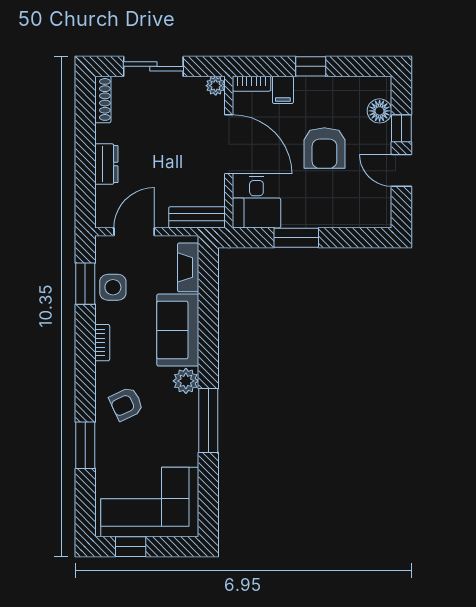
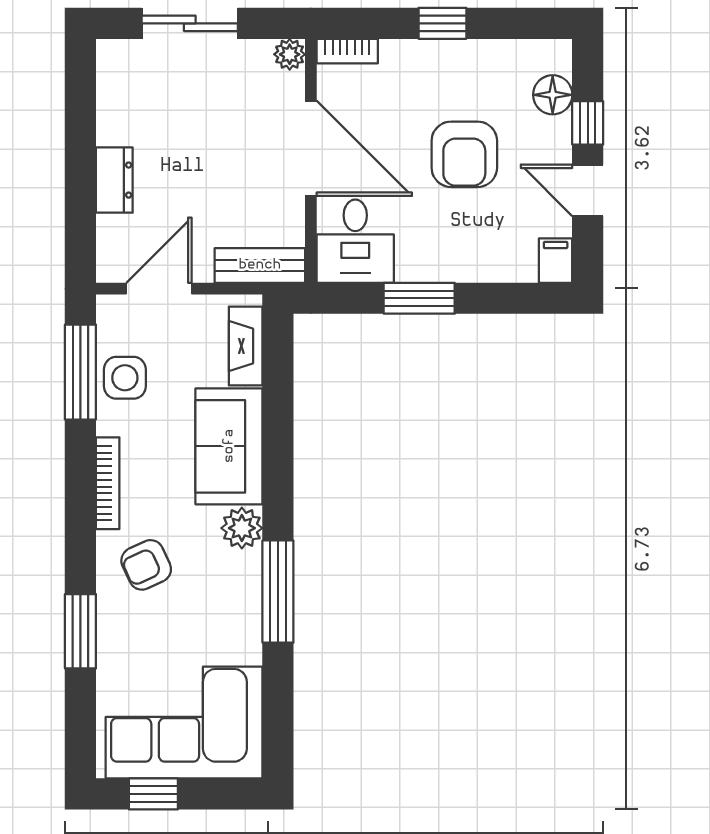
filing cabinet: (283, 90) -> (556, 261), moved, turned 180
shoe rack: (103, 99) -> (109, 76), removed
window: (85, 284) -> (80, 372), width x1.44
bookcase: (102, 343) -> (108, 483), width x1.56

